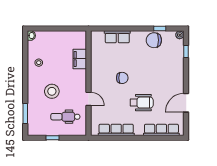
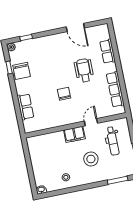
filing cabinet: (80, 59) -> (74, 134), moved
row of seats: (161, 130) -> (108, 51), width x0.68

